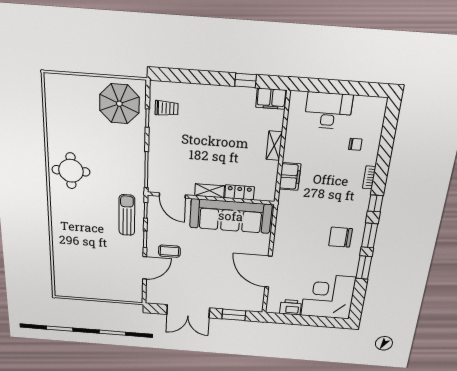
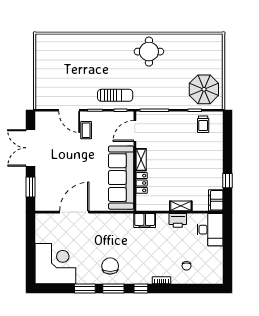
desk: (328, 111) -> (210, 230), moved
filing cabinet: (290, 177) -> (145, 220), moved
printer: (291, 307) -> (178, 220), moved, turned 90

